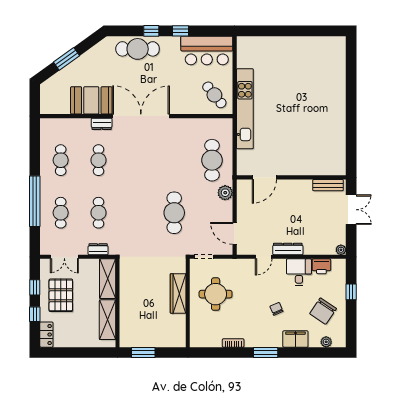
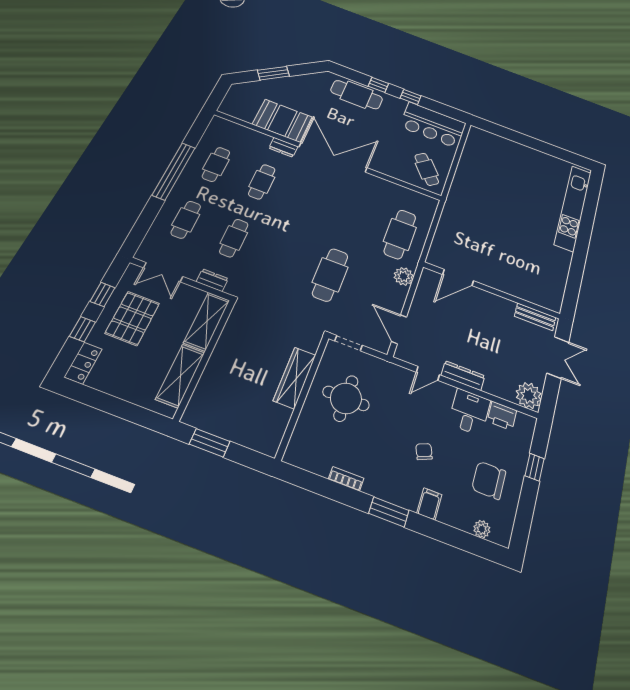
kitchen unit: (245, 109) -> (573, 208), moved, turned 180
window: (35, 201) -> (174, 171), moved
plant: (341, 250) -> (529, 396), width x1.88, depth x1.88
chair: (323, 311) -> (489, 480), turned 56
filing cabinet: (295, 339) -> (429, 504), width x0.50

